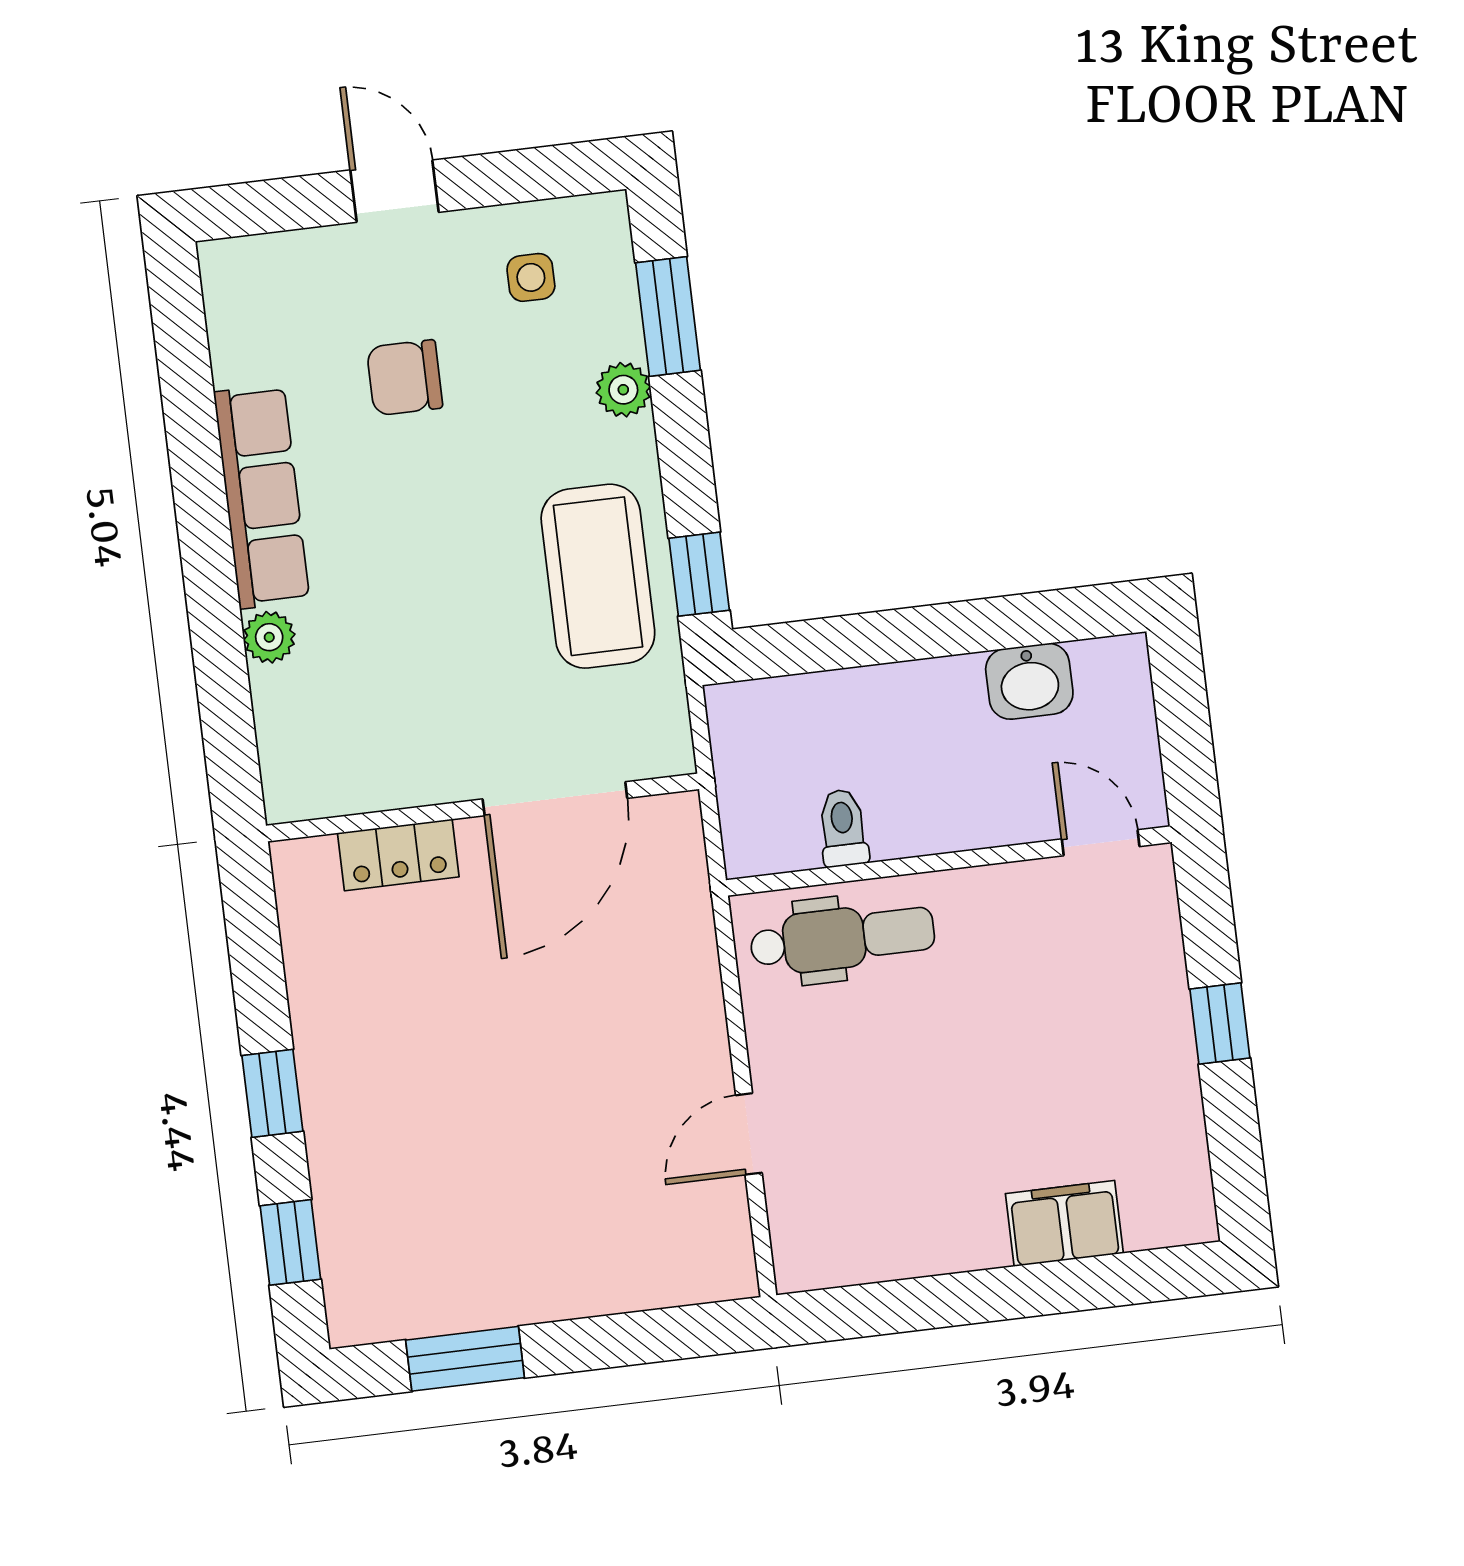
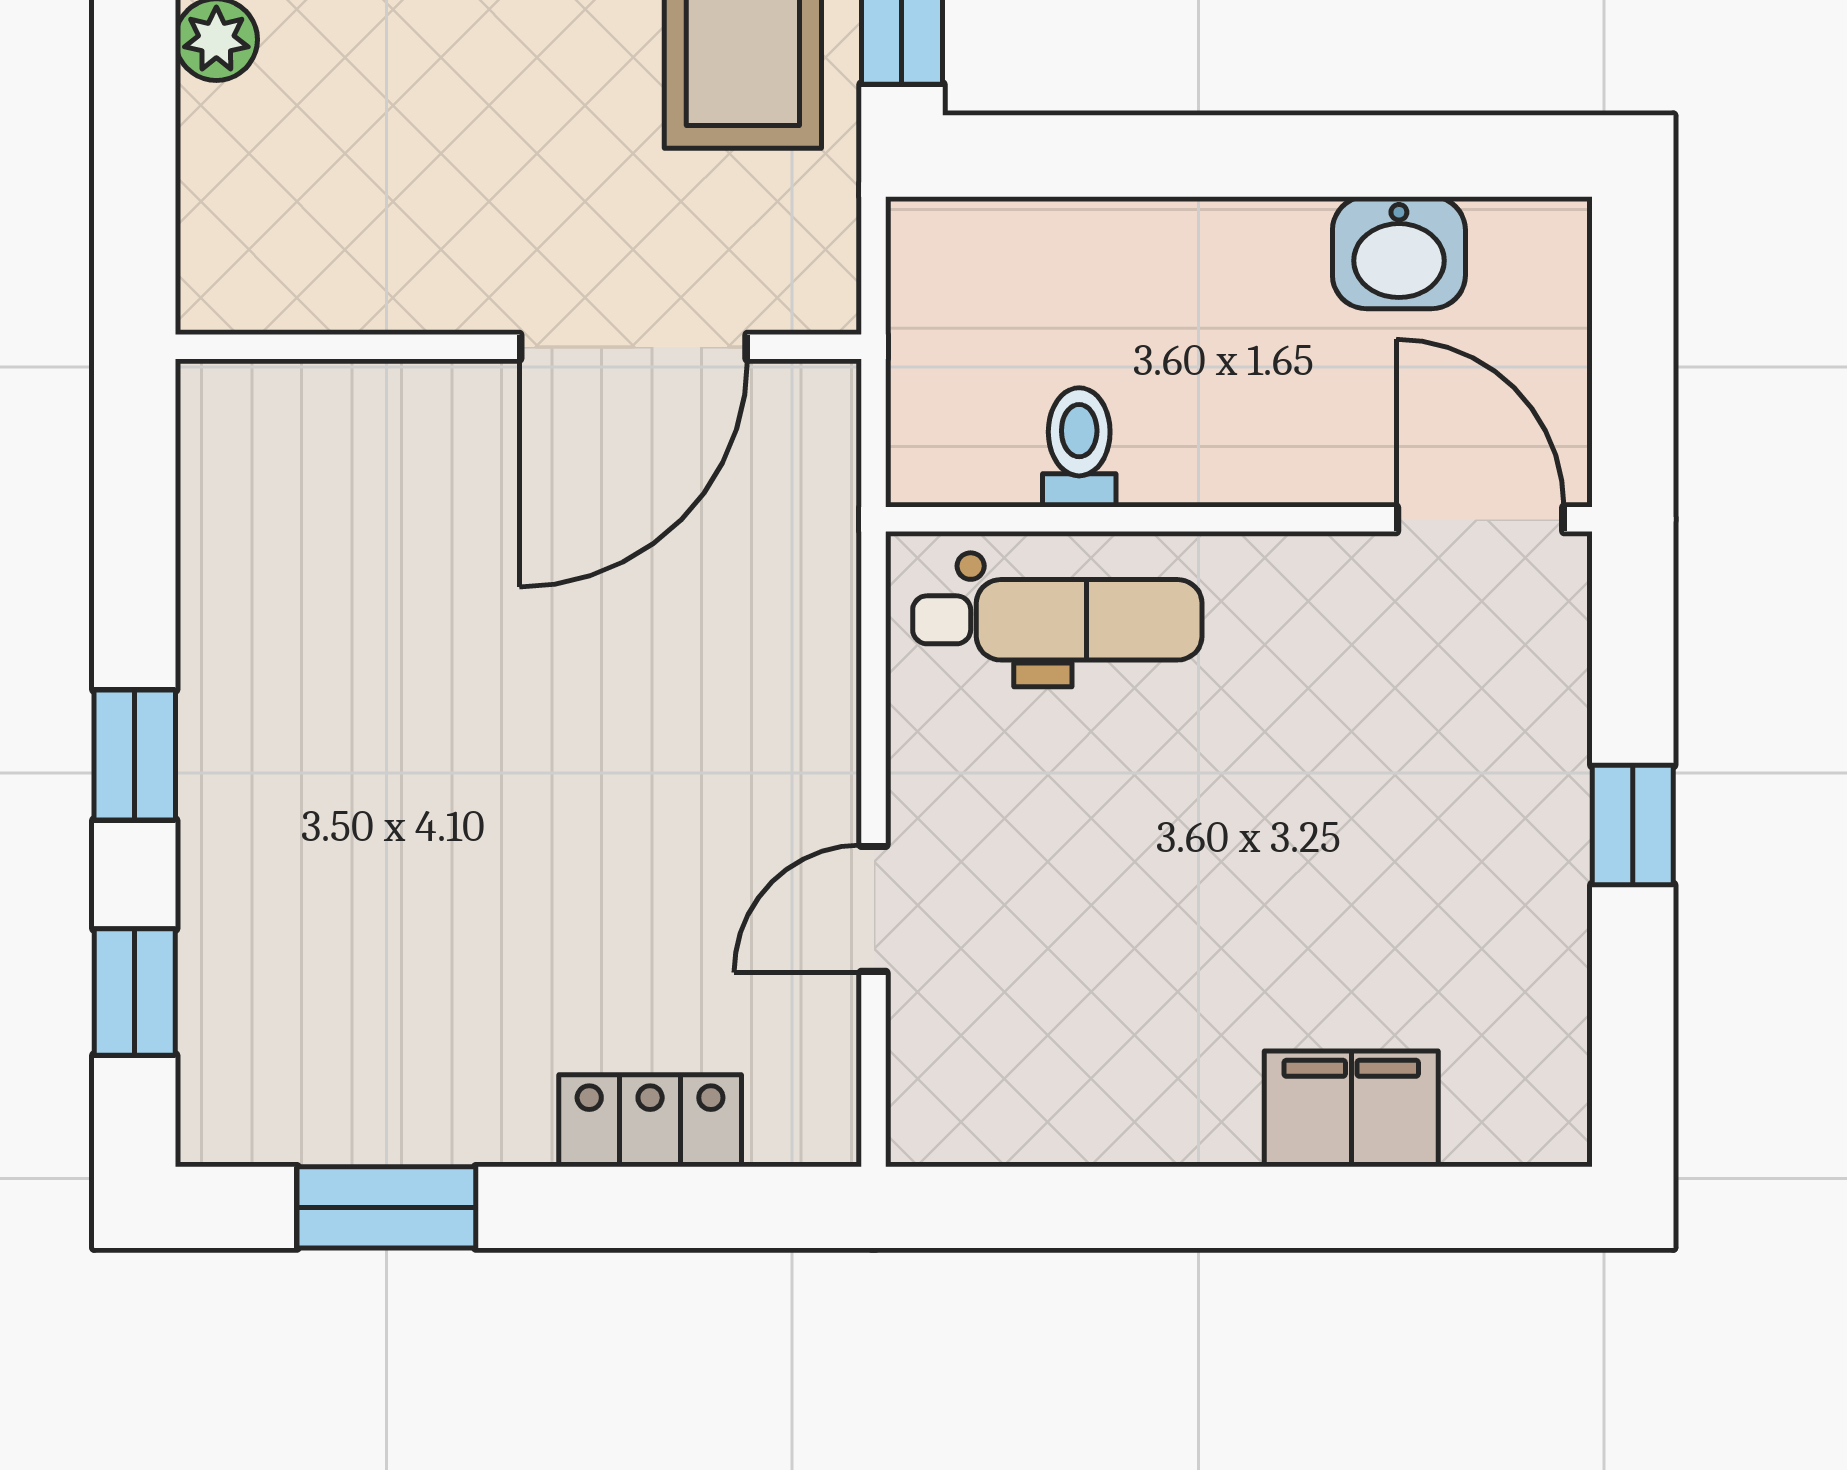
door: (1101, 843) -> (1480, 519), width x1.38
locker: (398, 855) -> (650, 1121), moved, turned 180

